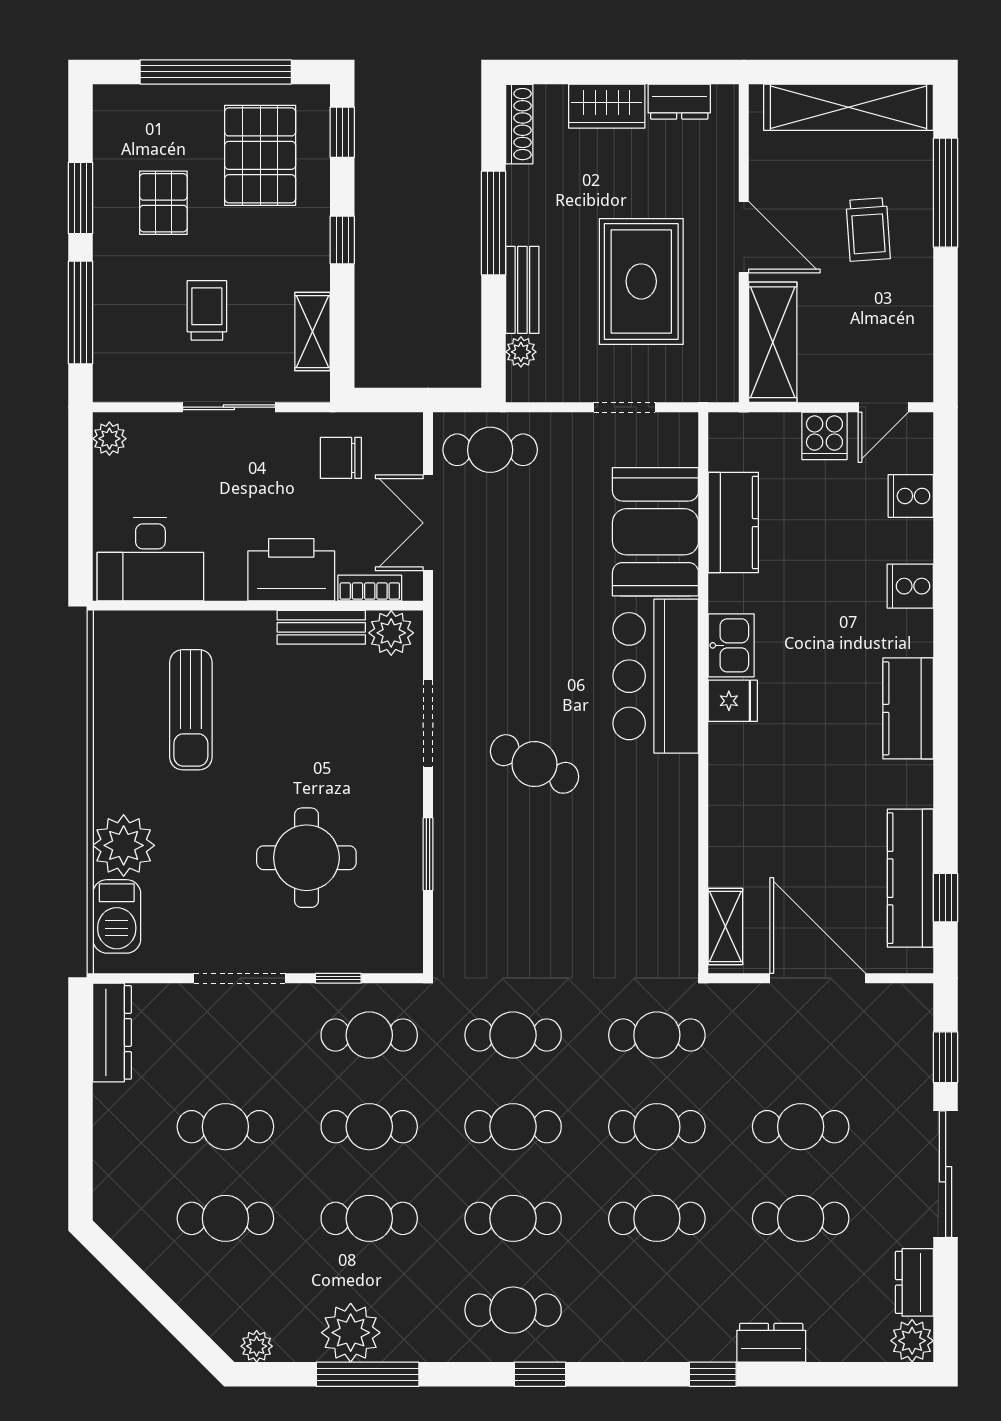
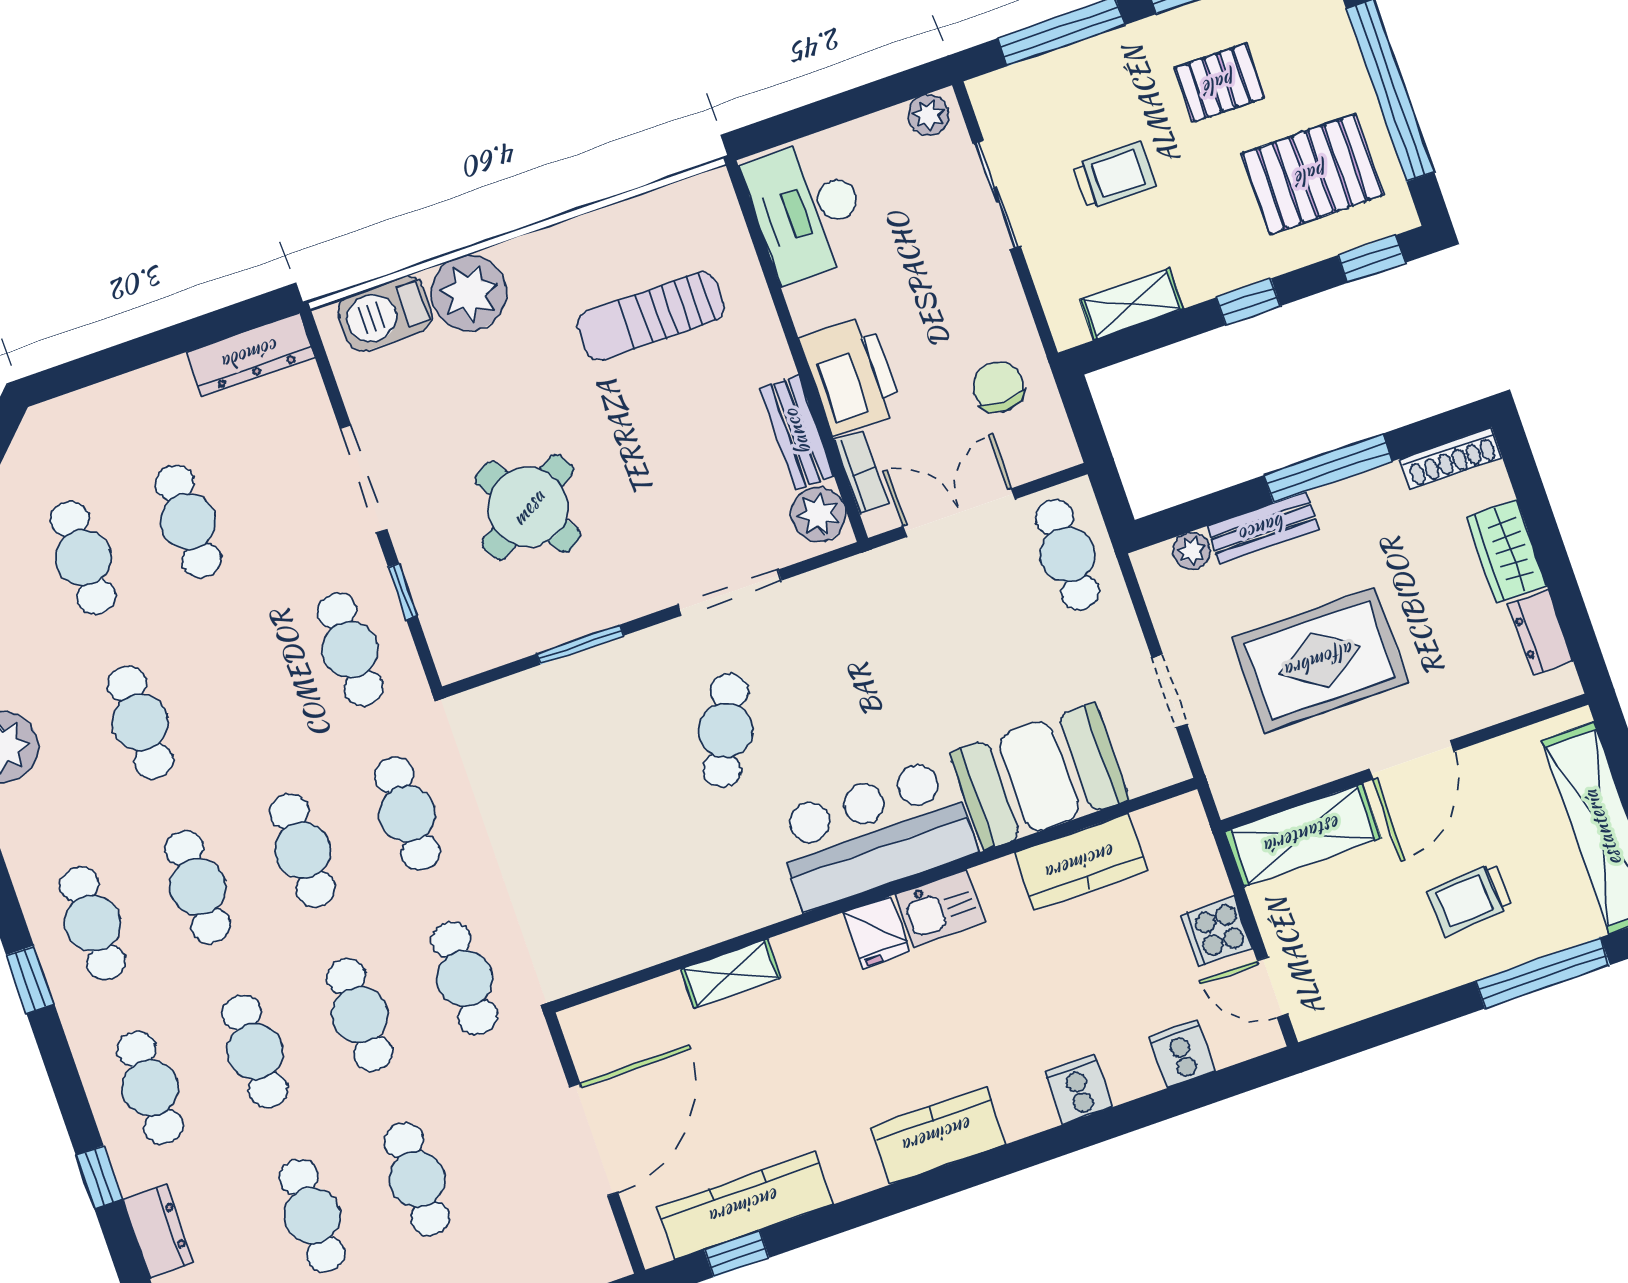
sliding door: (229, 407) -> (997, 195), moved
round table: (306, 858) -> (528, 507), turned -32
shelving: (725, 926) -> (731, 973), moved
cafe table: (369, 1127) -> (150, 1088), moved

